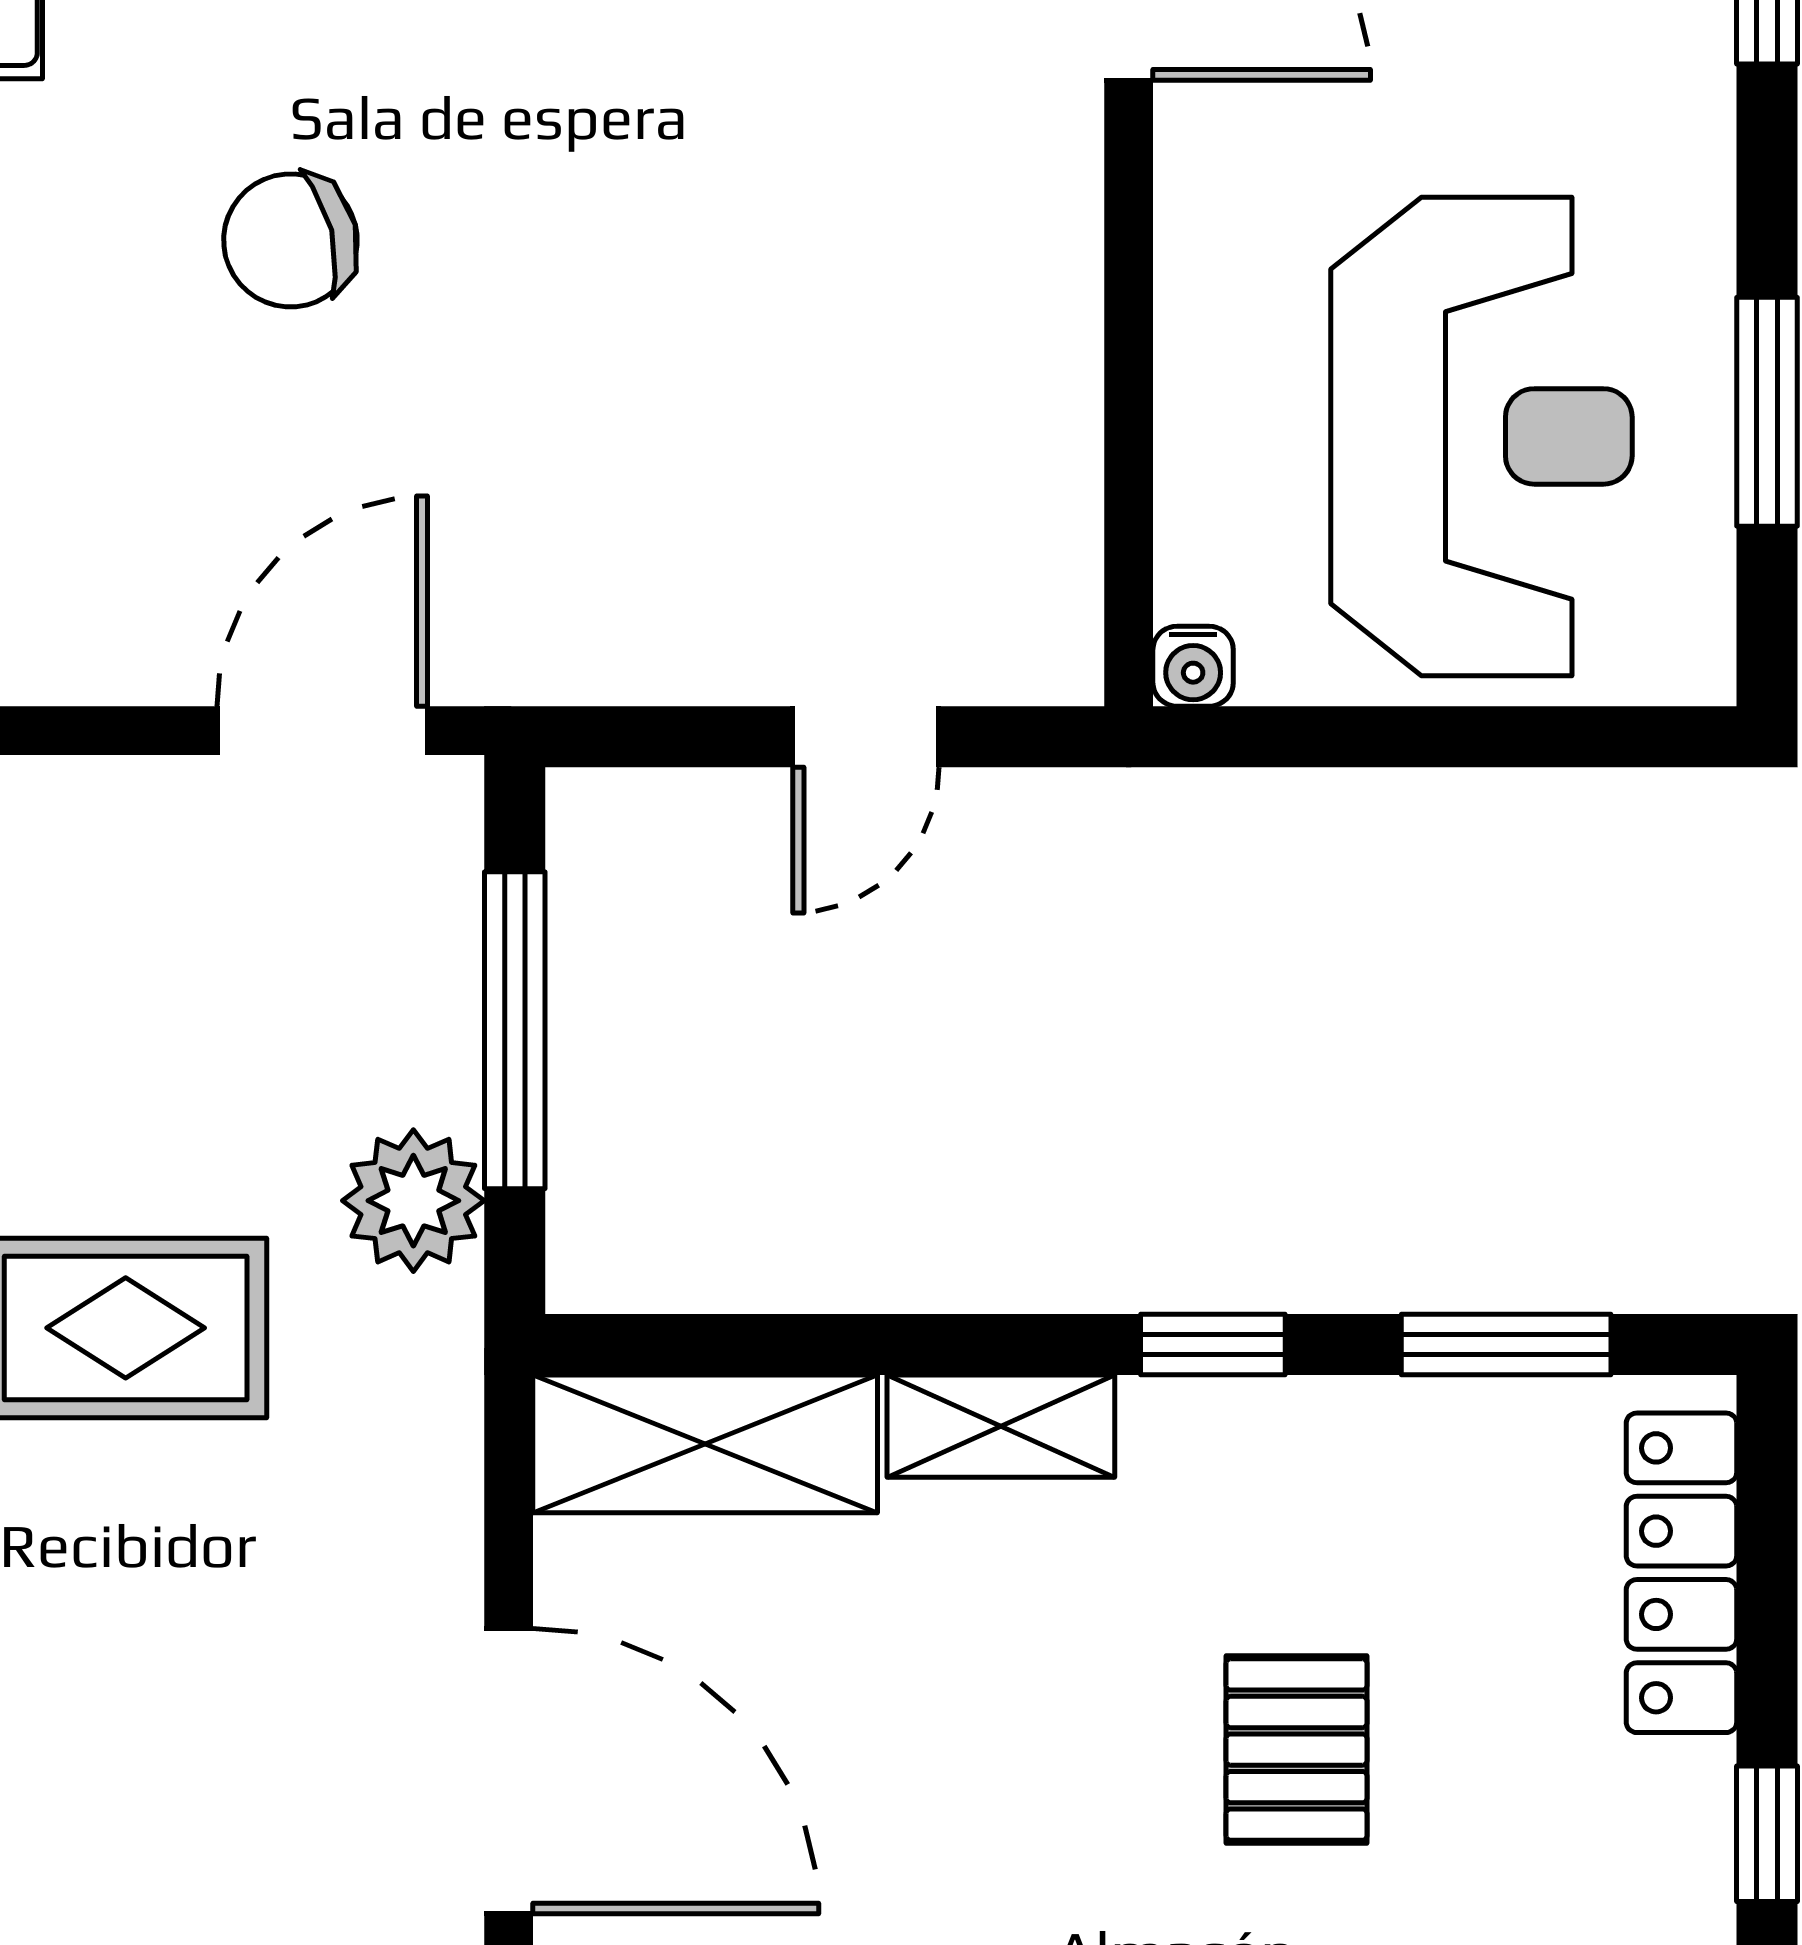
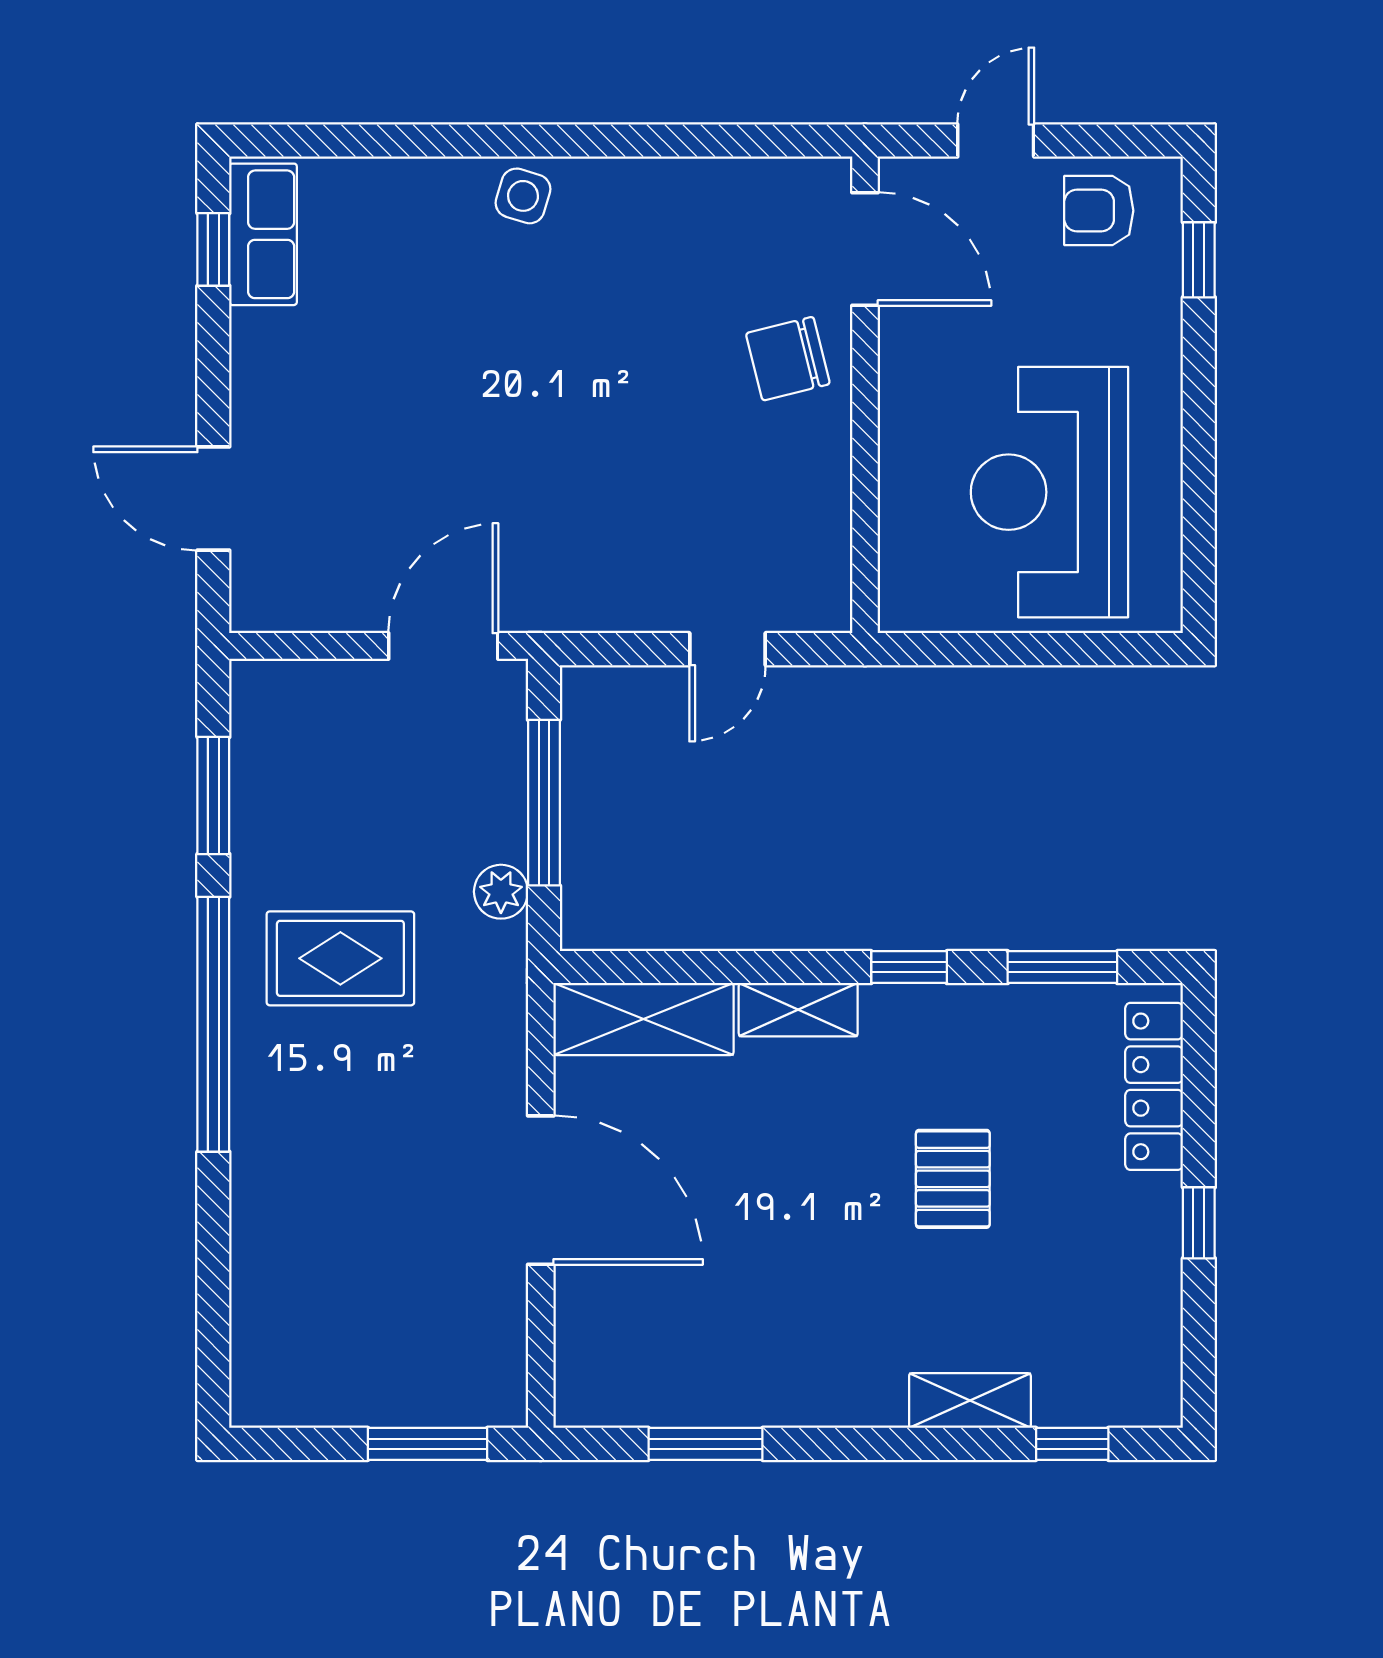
chair: (290, 240) -> (788, 359), moved
window: (1767, 412) -> (1199, 479), removed
reception desk: (1481, 436) -> (1049, 492), turned 180
water cooler: (1193, 666) -> (899, 612), removed
plant: (413, 1201) -> (501, 892), width x0.73, depth x0.73

